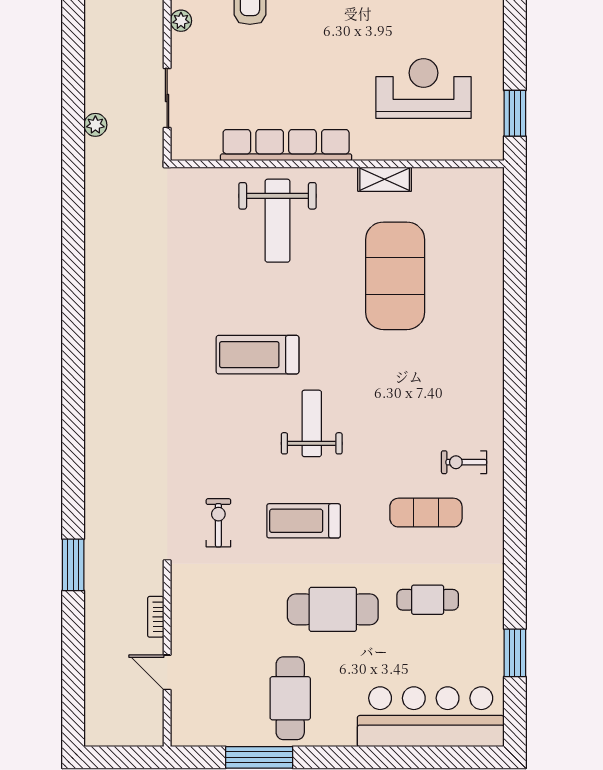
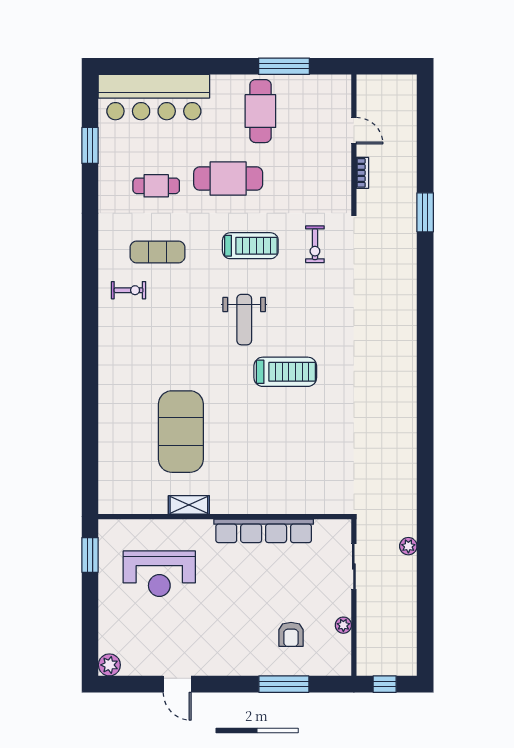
weight bench: (277, 221) -> (270, 473), removed

